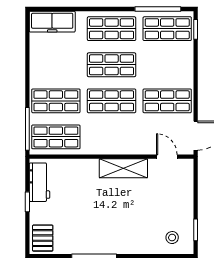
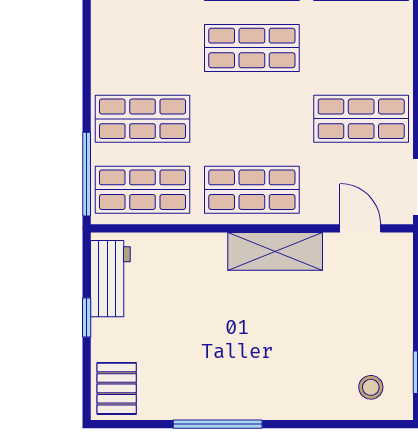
shop shelf: (112, 101) -> (252, 190), moved

